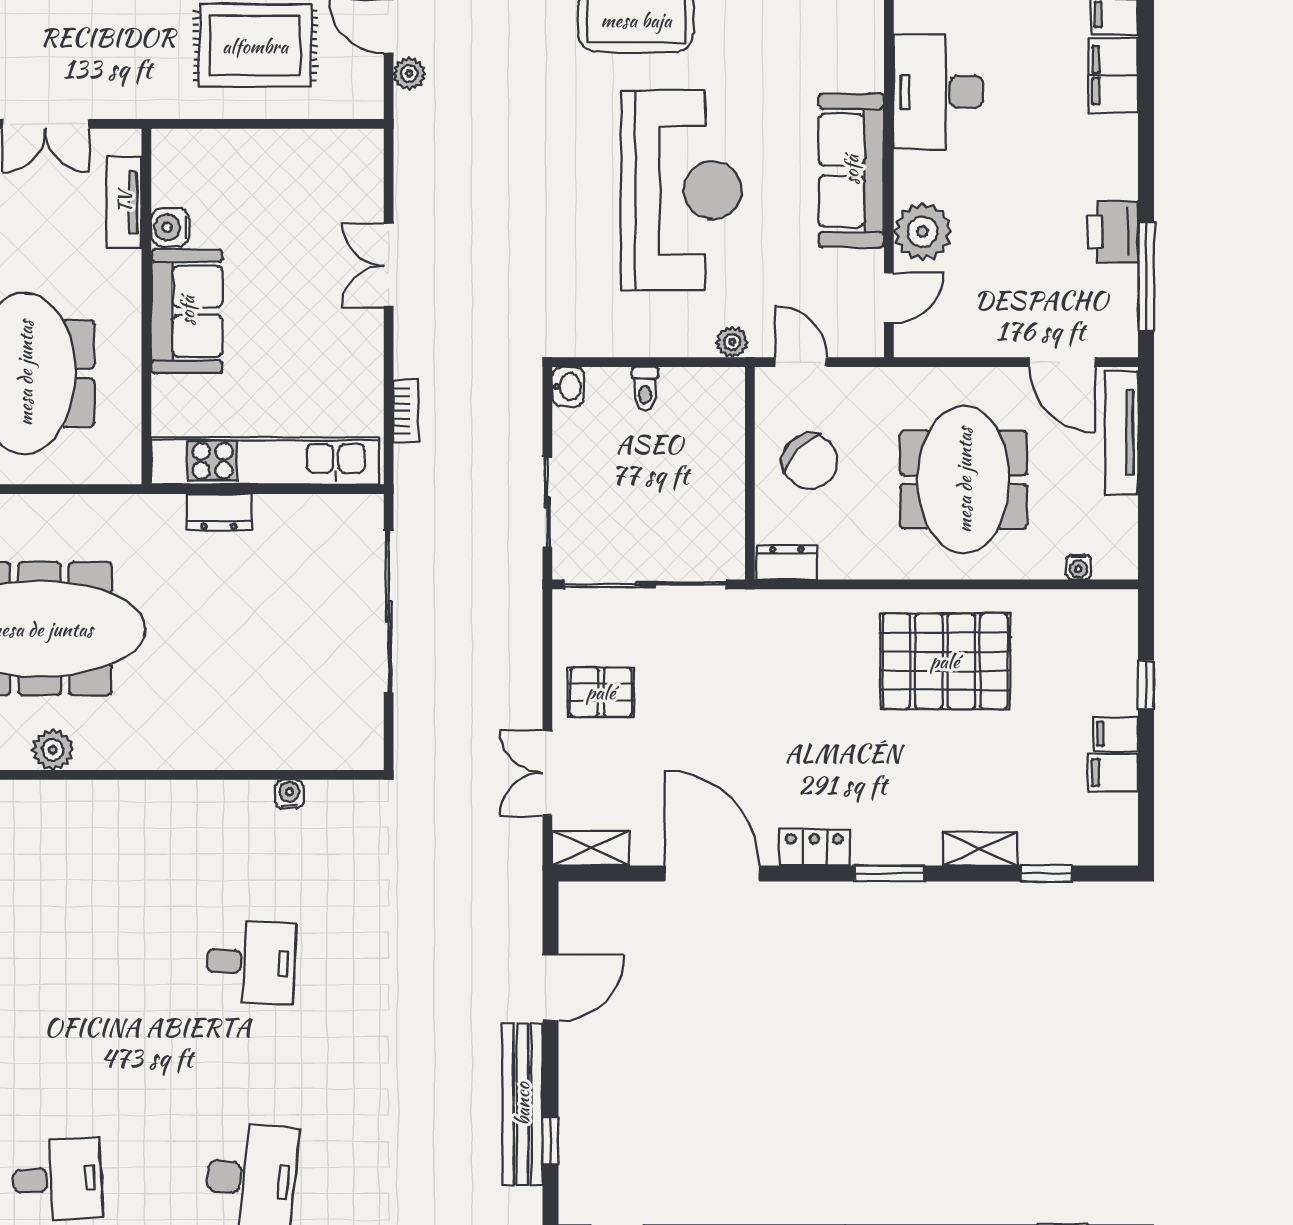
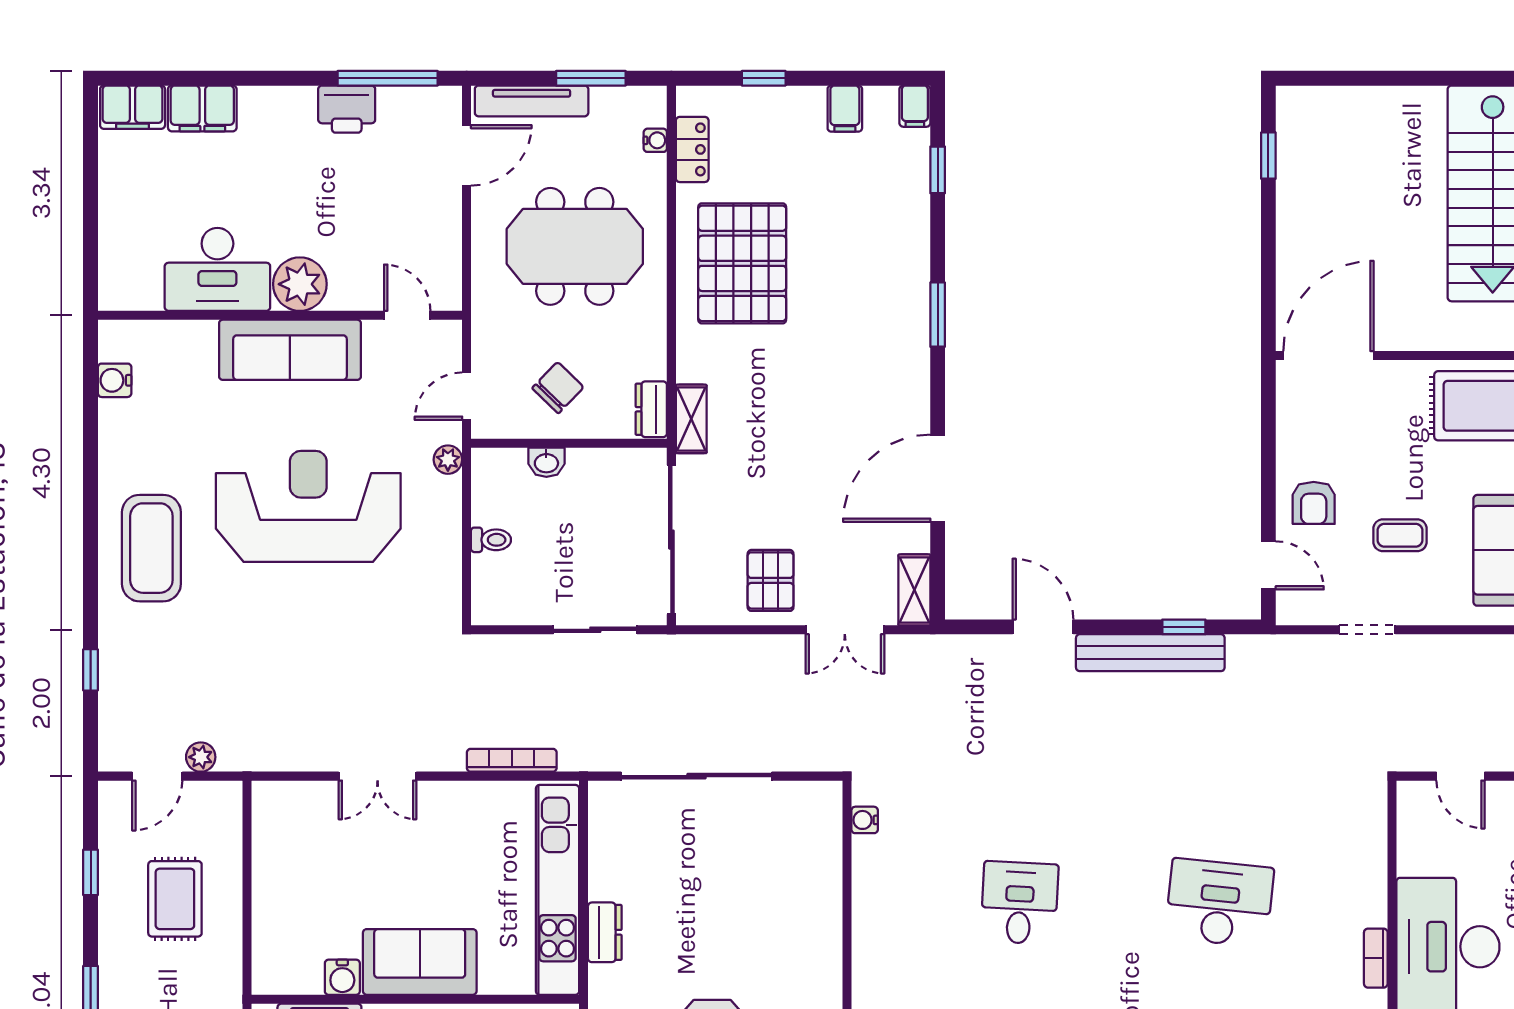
rug: (255, 46) -> (175, 899), width x0.73, depth x0.70
plant: (923, 232) -> (300, 284), moved
washbasin: (568, 387) -> (546, 462), moved, turned 180
bookcase: (406, 411) -> (512, 760), width x1.56
chair: (810, 461) -> (558, 388), width x0.73, depth x0.73
window: (1146, 497) -> (591, 78), added
filing cabinet: (1116, 734) -> (915, 106), moved
water cooler: (289, 794) -> (865, 820), moved
locker: (814, 848) -> (692, 149), moved, turned 180
shelving: (980, 849) -> (691, 419), moved

